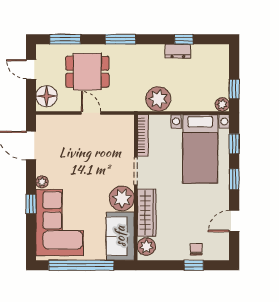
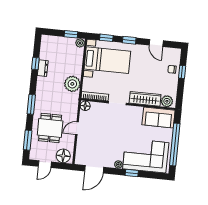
floor lamp: (127, 122) -> (85, 106), added
plant: (122, 198) -> (134, 114), removed

